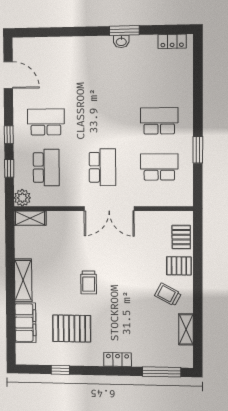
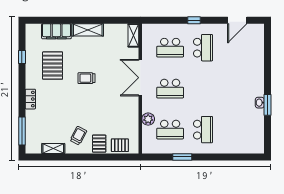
locker: (172, 41) -> (259, 139), removed
school desk: (159, 167) -> (170, 130), turned 90
window: (9, 168) -> (170, 20), removed
plant: (22, 198) -> (148, 119), moved
double door: (109, 209) -> (140, 78), moved

